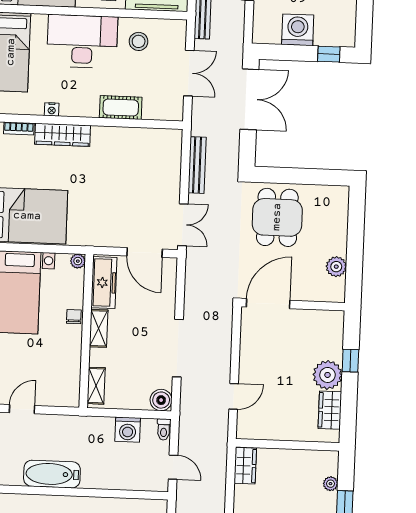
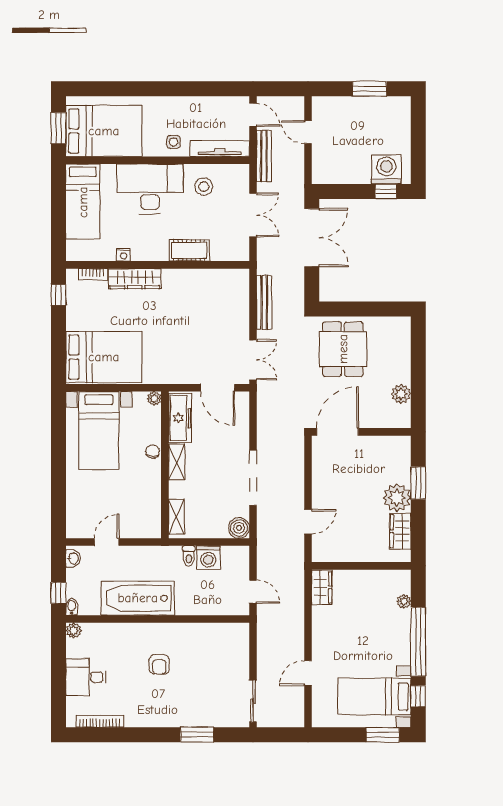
washing machine: (298, 30) -> (386, 169), moved
window: (350, 361) -> (418, 483), width x1.50
toilet: (164, 429) -> (189, 556), moved
bathtub: (52, 474) -> (138, 598), width x1.36, depth x1.36

